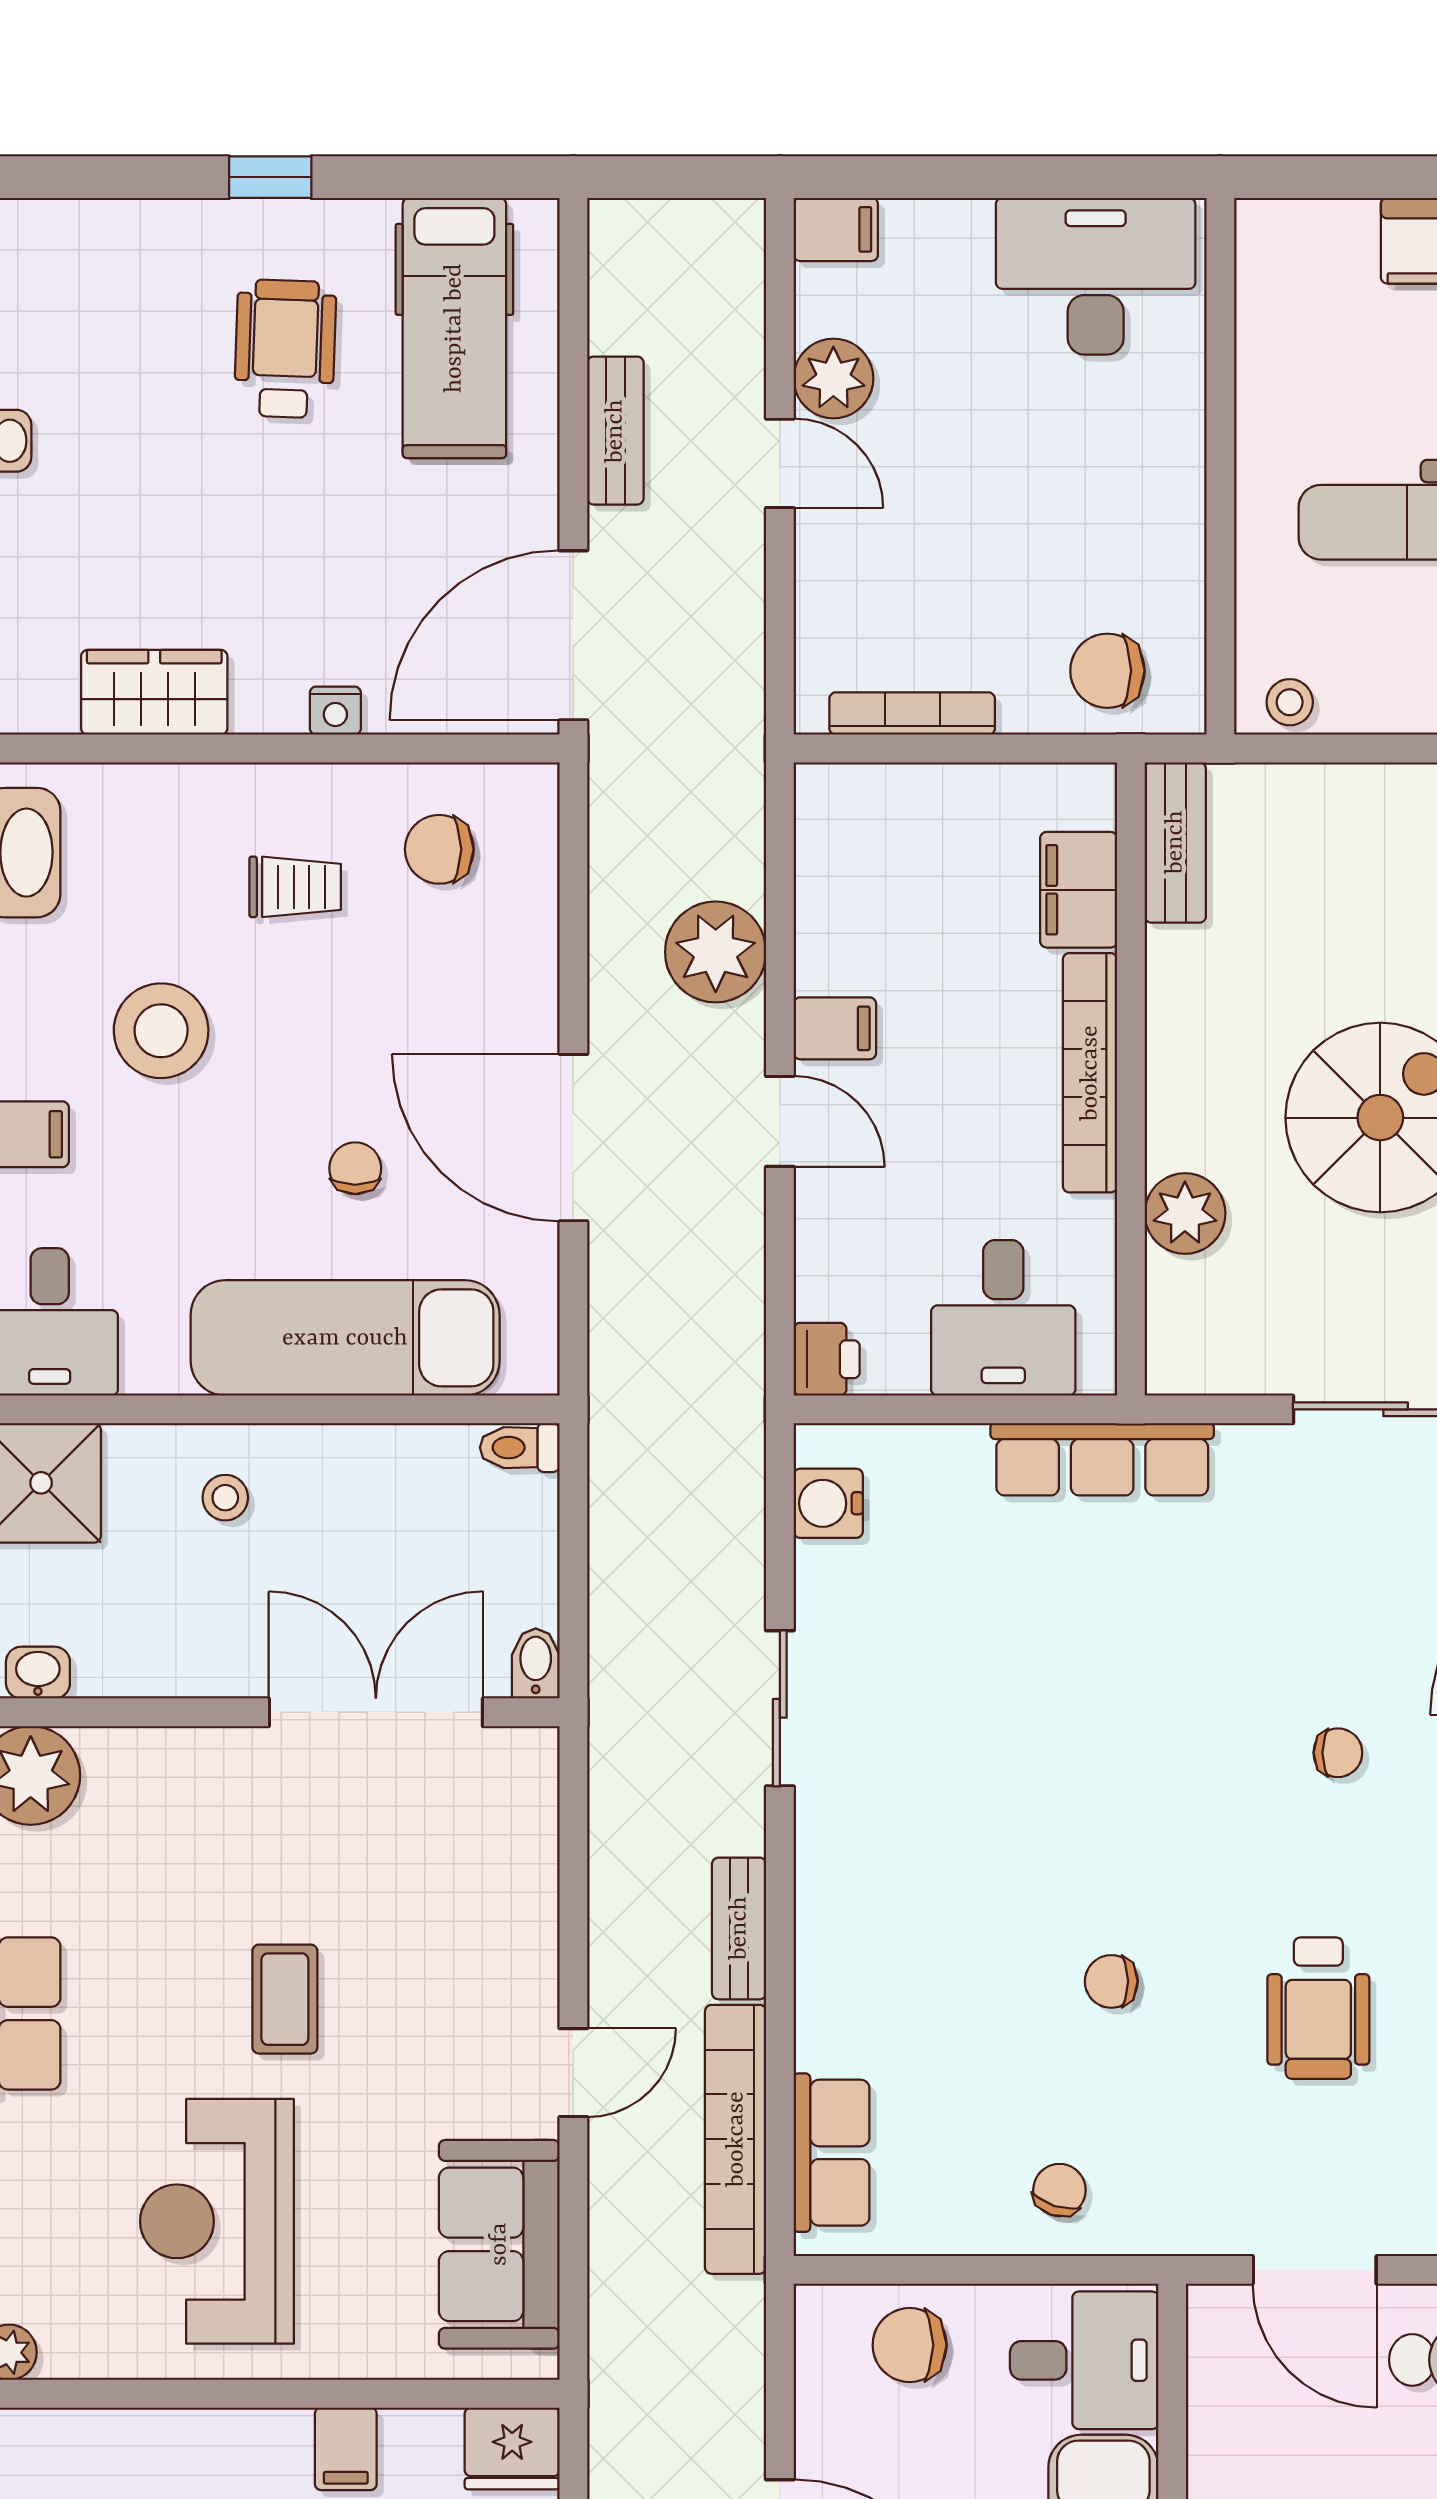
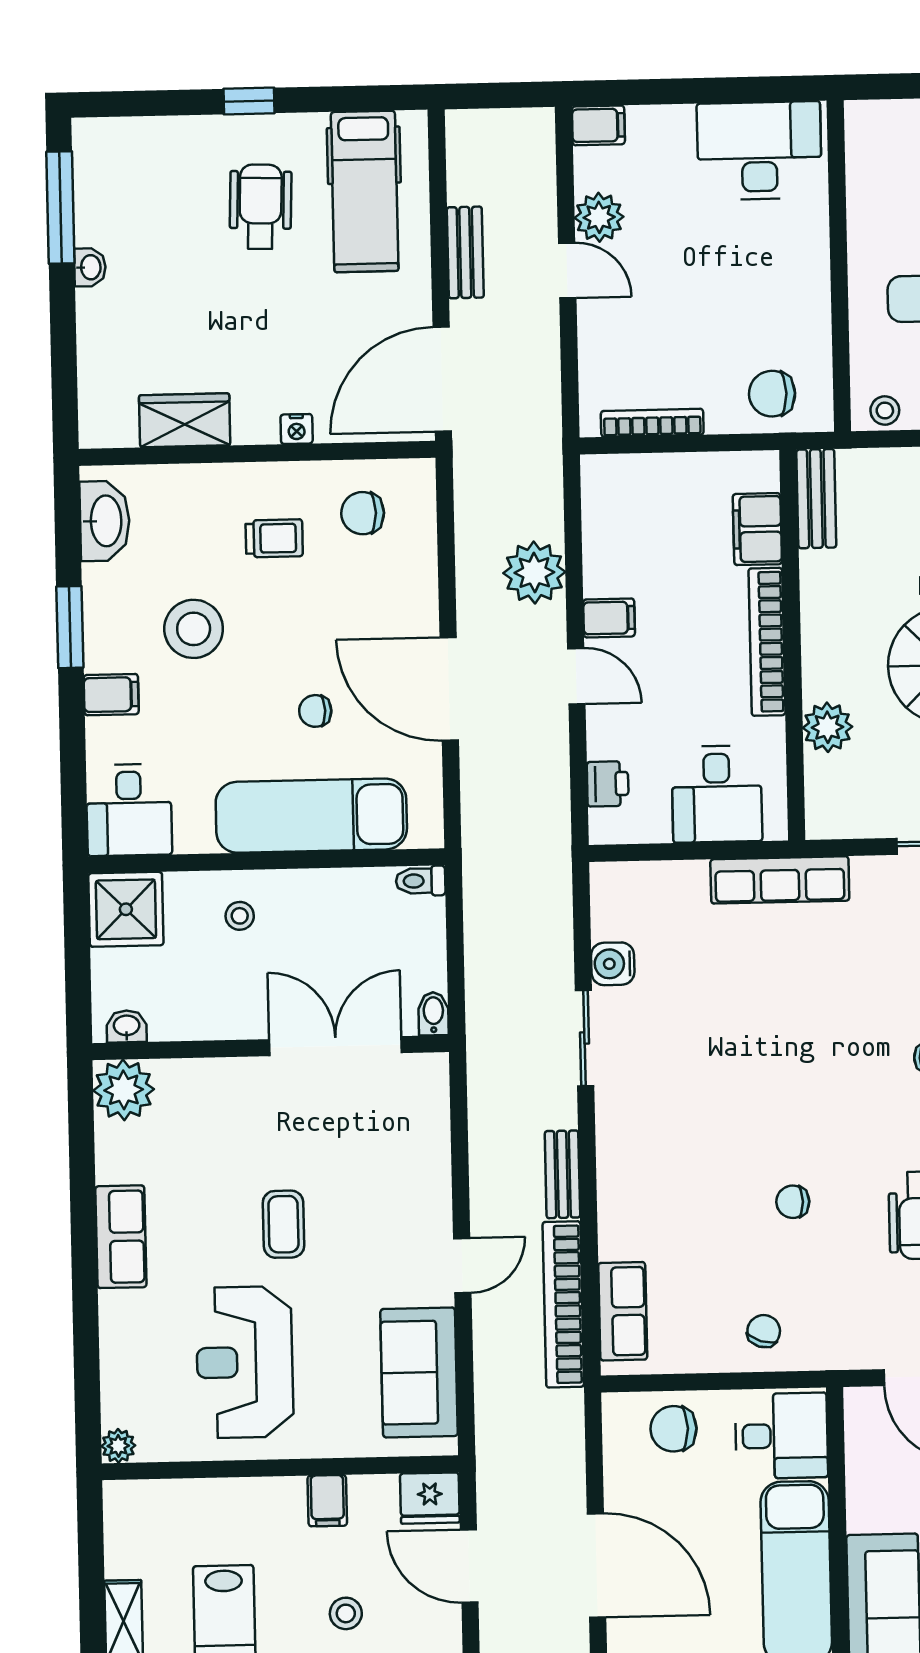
chair: (355, 1168) -> (315, 711), turned -90
printer: (827, 1359) -> (608, 784), moved
water cooler: (828, 1503) -> (613, 964), moved

